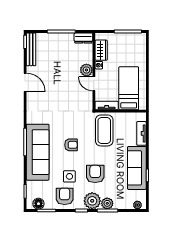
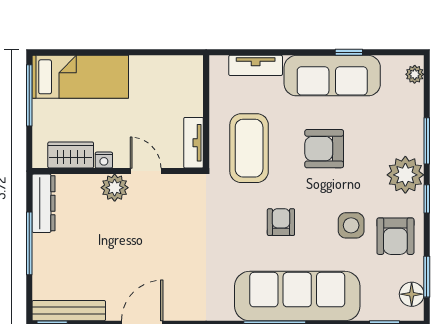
dresser: (83, 38) -> (44, 203), width x1.44
door: (94, 84) -> (146, 171), swing flipped
bed: (129, 88) -> (80, 77), moved, turned 180
coffee table: (104, 130) -> (249, 148), turned 90
armchair: (95, 174) -> (324, 149), moved
armchair: (65, 196) -> (395, 236), turned -90
plant: (107, 203) -> (411, 141), removed

